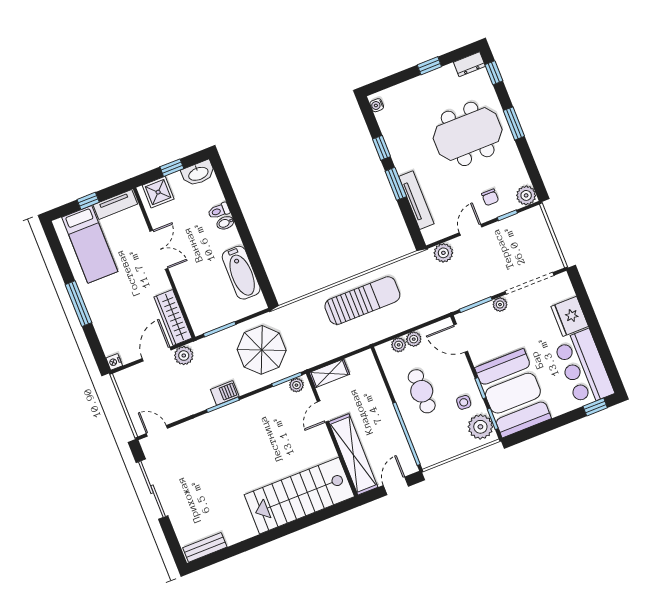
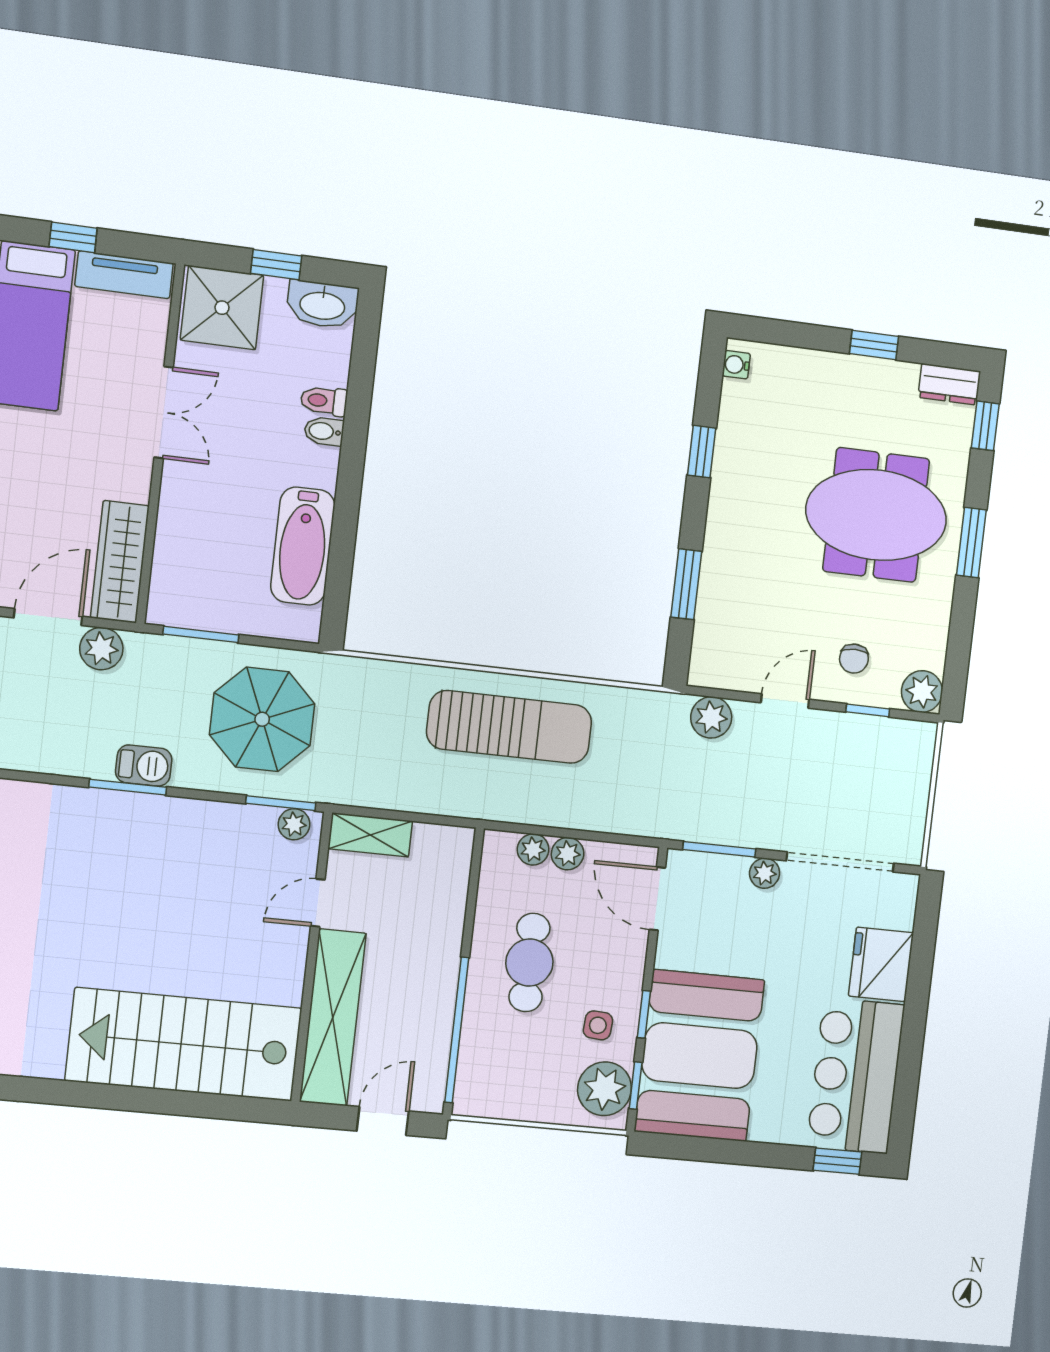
window: (396, 184) -> (686, 584), moved
shower: (158, 192) -> (222, 308), width x1.36, depth x1.36
tv unit: (416, 200) -> (714, 588), removed

